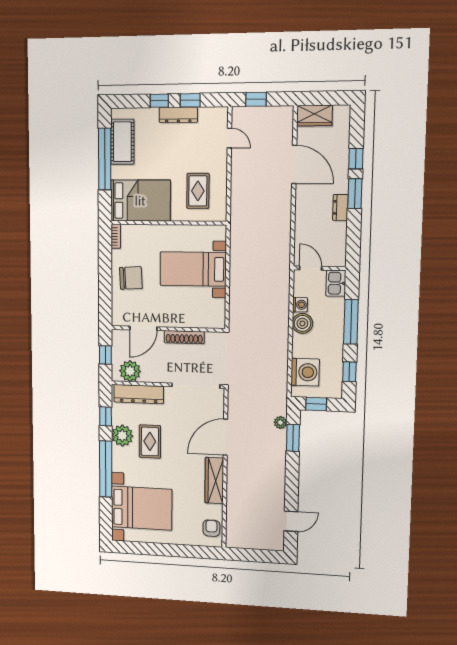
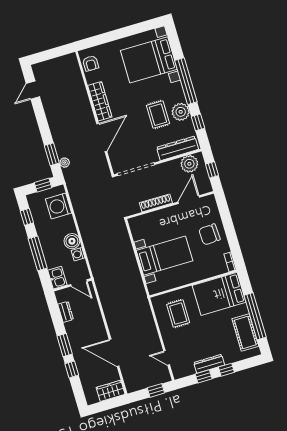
dresser: (340, 207) -> (66, 312), moved

